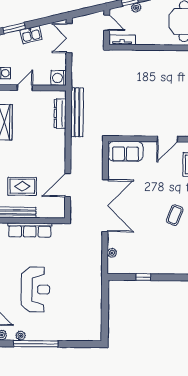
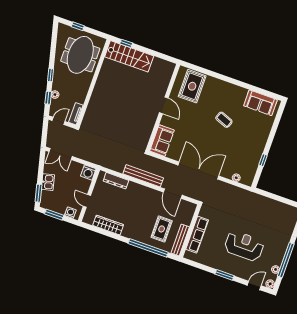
bench: (77, 112) -> (143, 176), moved

